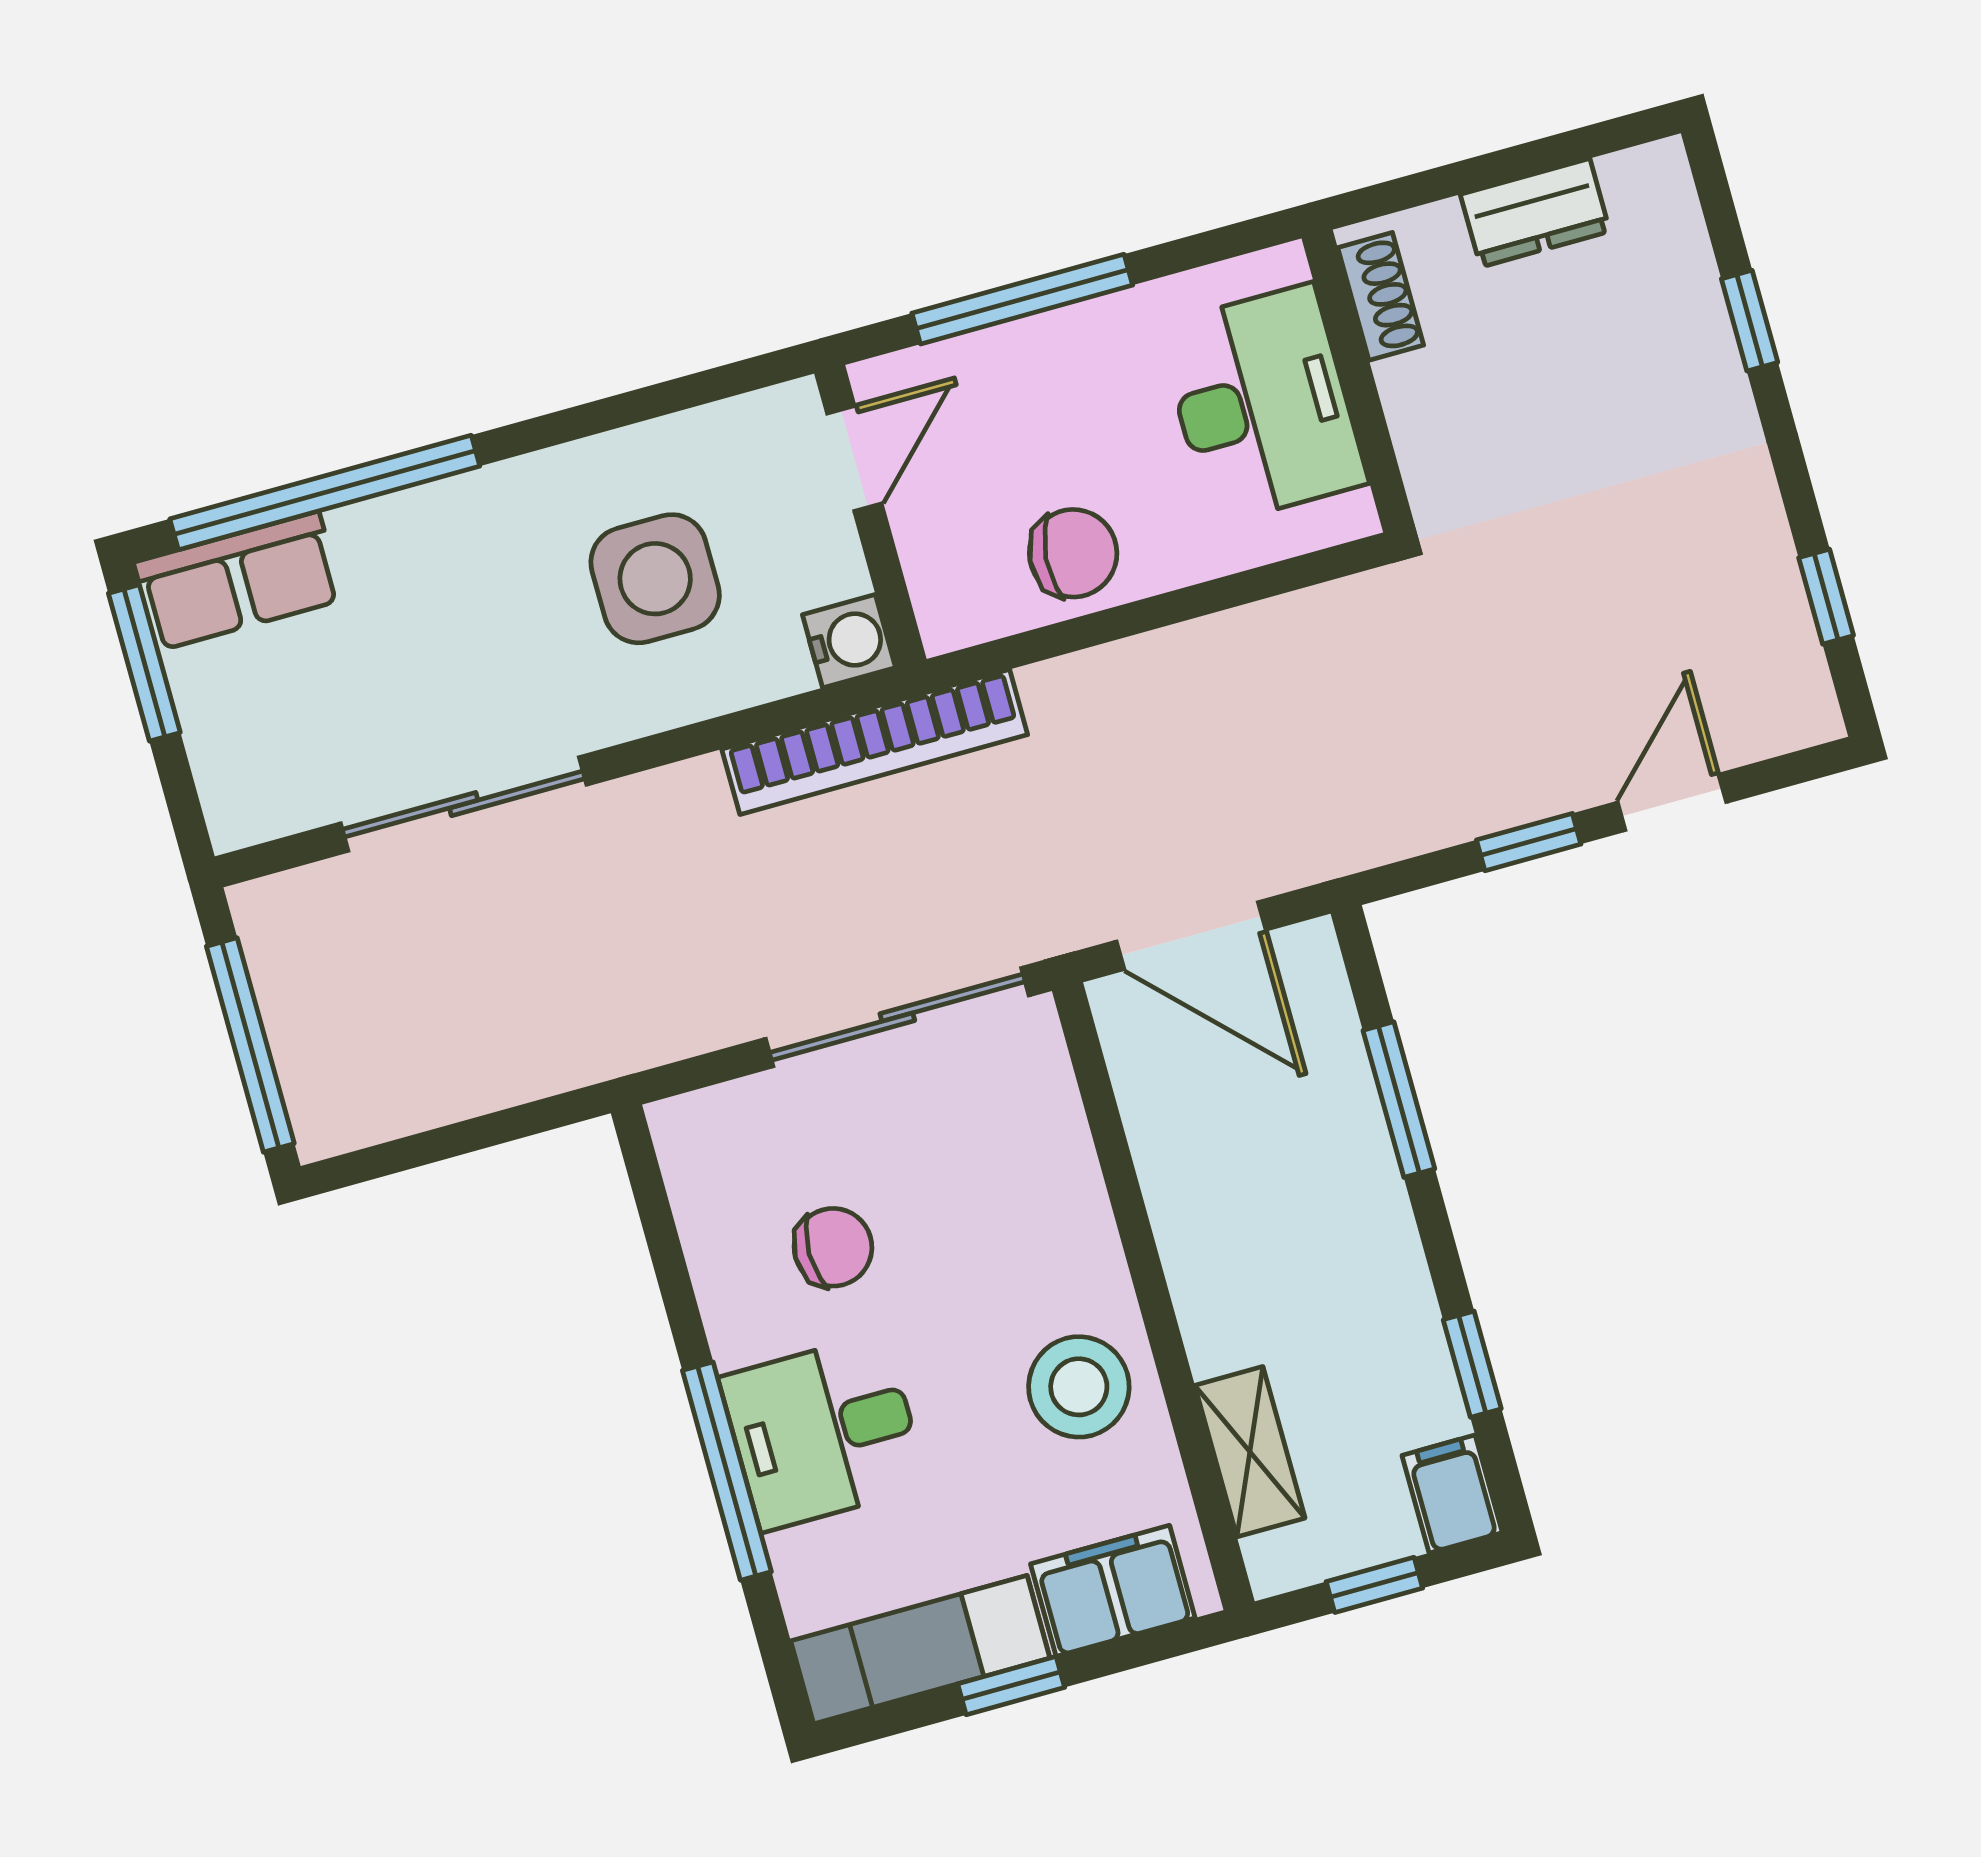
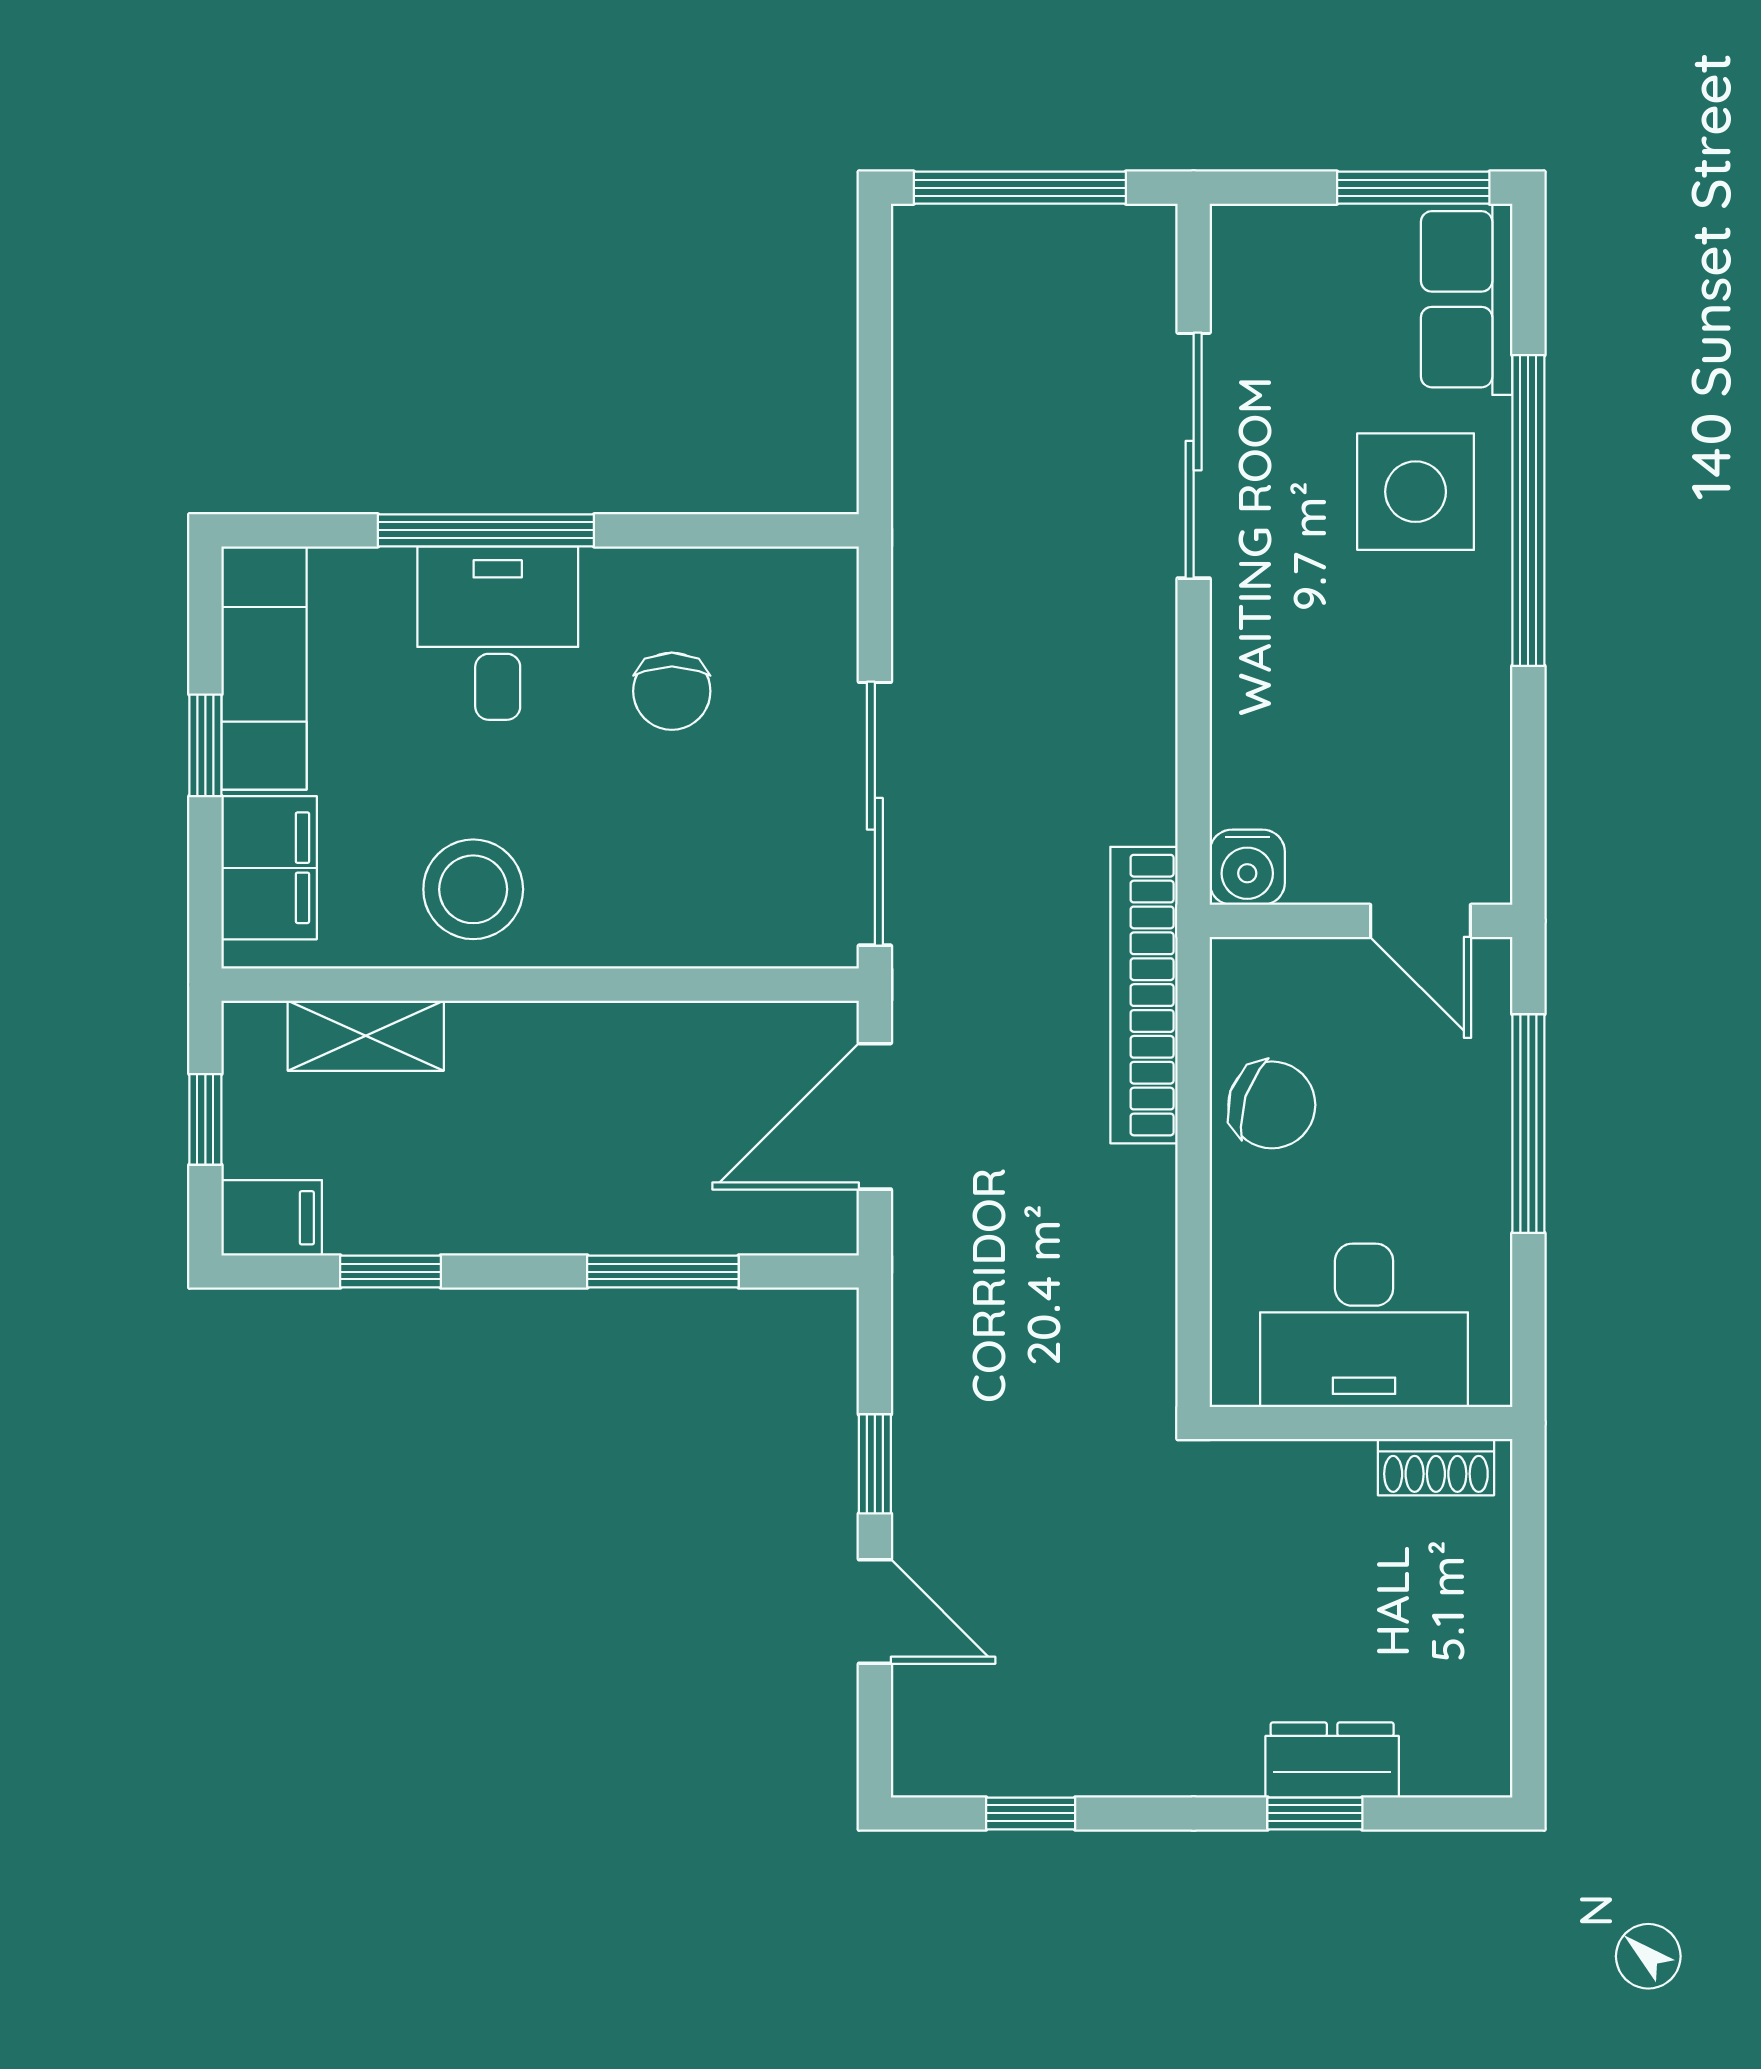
dresser: (1535, 213) -> (1332, 1760), moved, turned 90
window: (325, 493) -> (1528, 510), moved
chair: (1073, 553) -> (1272, 1105), turned -77
side table: (655, 579) -> (1416, 492), moved
bookcase: (875, 742) -> (1144, 995), moved

